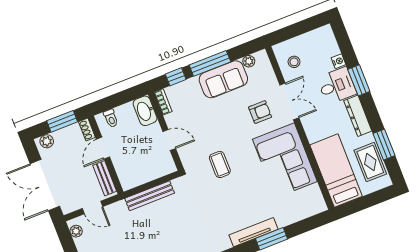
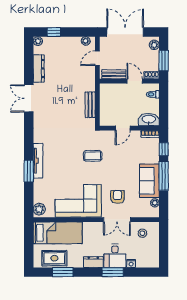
armchair: (260, 112) -> (117, 197), turned 180
dresser: (358, 116) -> (93, 262), width x0.70
bench: (150, 196) -> (90, 105), width x0.73
plant: (315, 206) -> (39, 209), added

